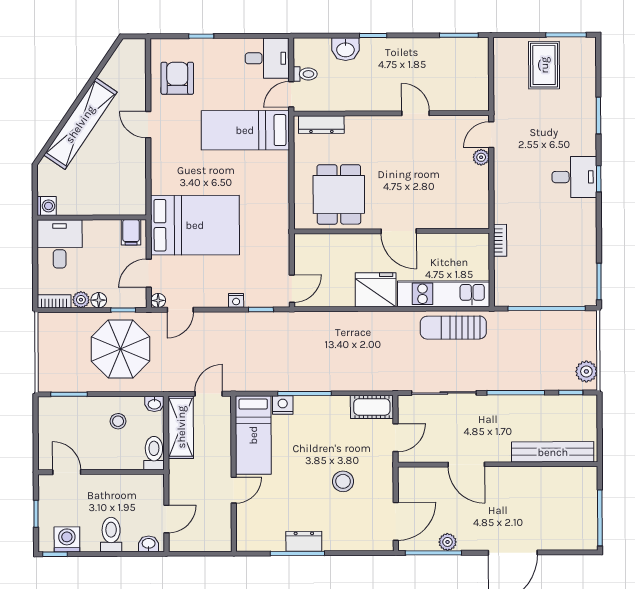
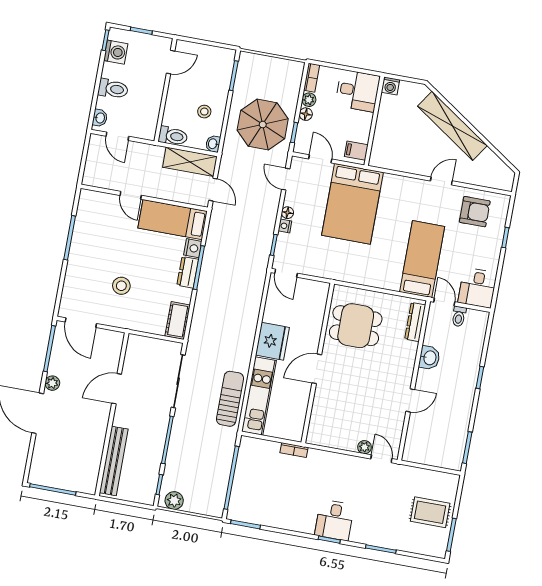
washbasin: (345, 49) -> (429, 358), moved, turned 180
floor lamp: (158, 300) -> (287, 213), moved
door: (395, 438) -> (149, 335), removed
dresser: (304, 541) -> (188, 272), moved, turned 180
plant: (448, 542) -> (52, 383), moved

